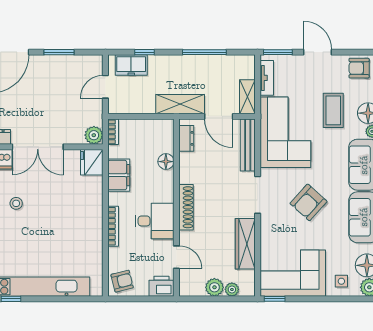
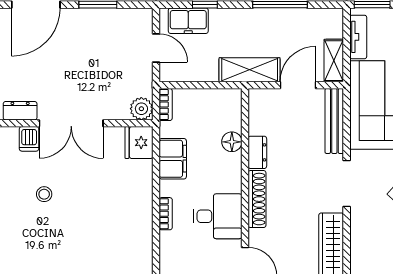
door: (105, 87) -> (156, 48), swing flipped
door: (219, 116) -> (298, 85), swing flipped
dresser: (186, 138) -> (257, 152), moved
bookcase: (113, 226) -> (166, 214), width x0.64

